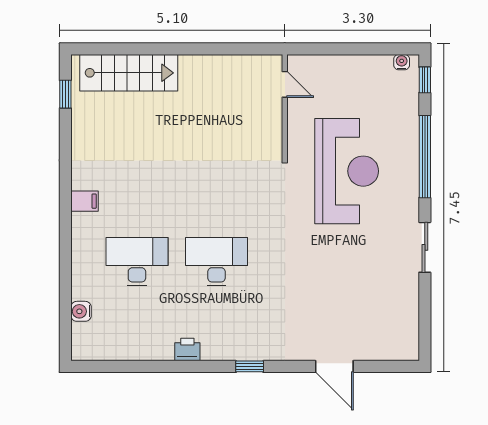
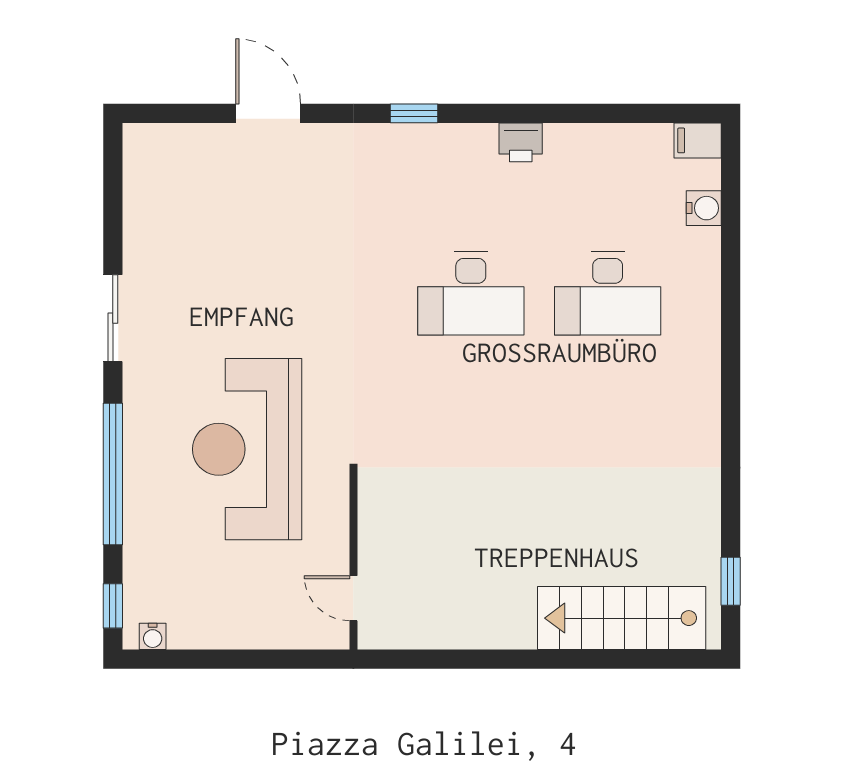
filing cabinet: (85, 201) -> (698, 140), moved

